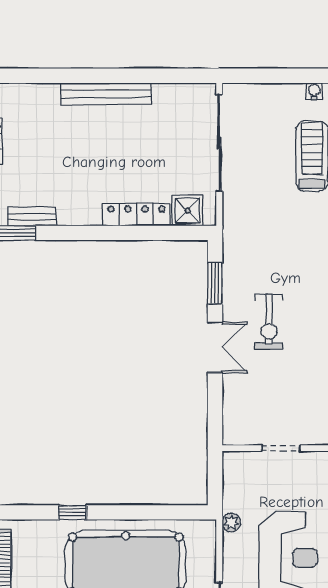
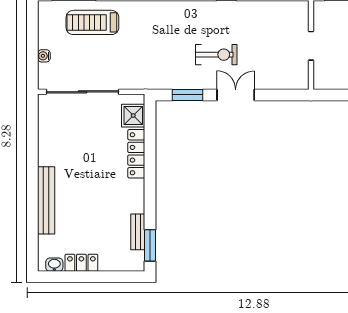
water cooler: (314, 91) -> (44, 56), moved
bench: (106, 94) -> (46, 200), moved

